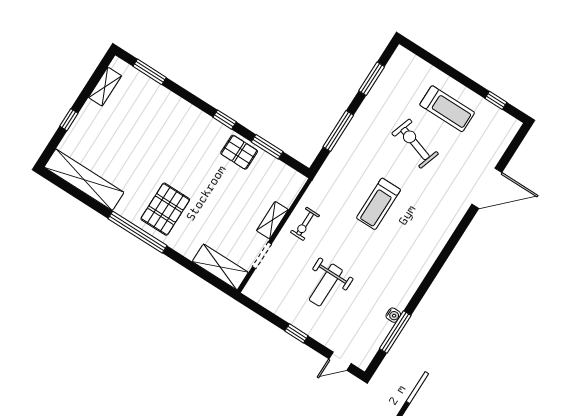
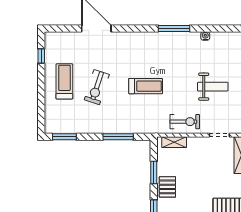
window: (372, 79) -> (64, 137), moved
shelving: (272, 220) -> (174, 142), moved
exercise bike: (305, 224) -> (185, 122), width x1.38, depth x1.39
window: (395, 332) -> (174, 29), moved

